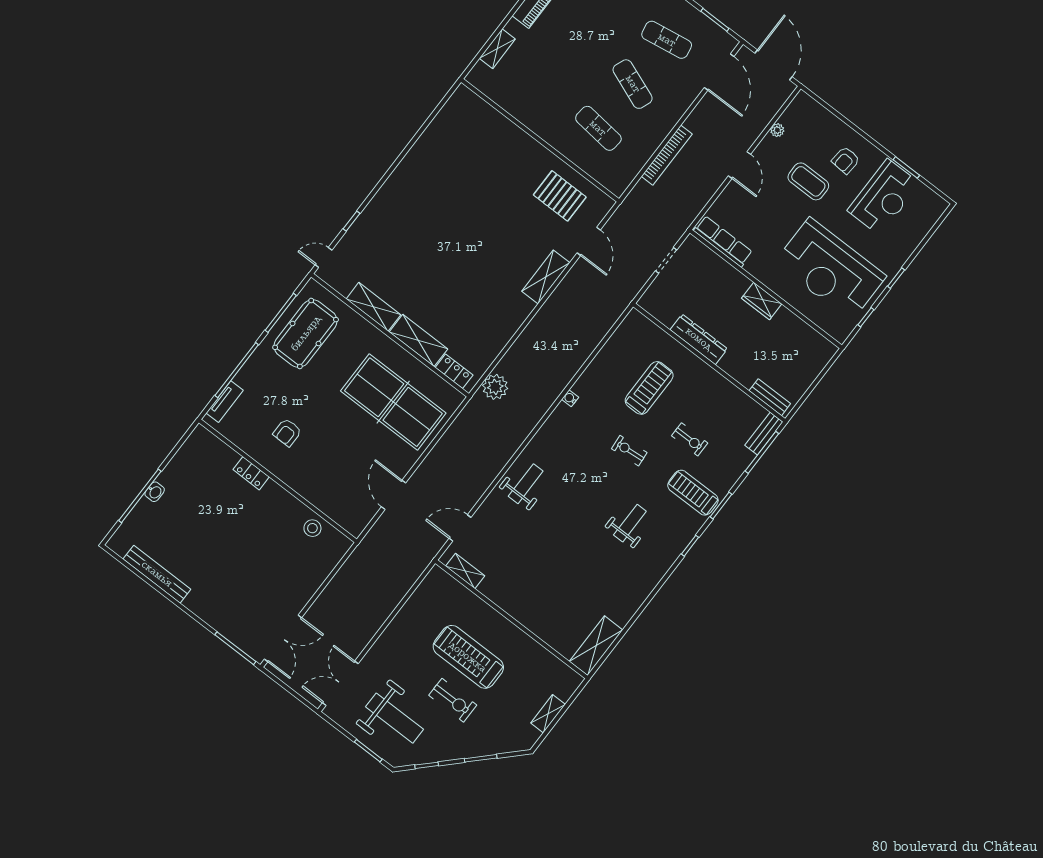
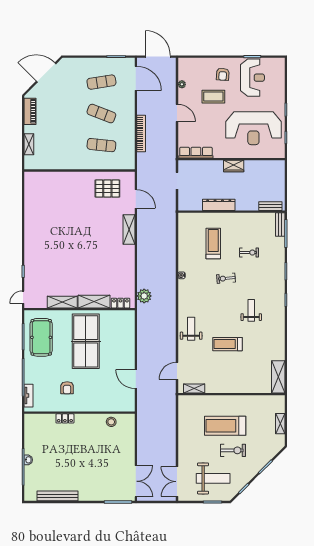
table tennis table: (393, 402) -> (86, 341), moved, turned 90
treadmill: (693, 493) -> (228, 344), moved

